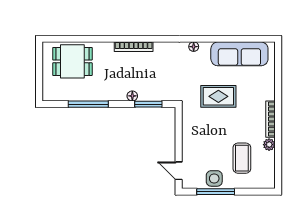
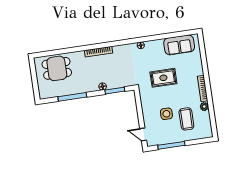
sofa: (239, 54) -> (179, 45), width x0.73
side table: (214, 178) -> (166, 114), moved

